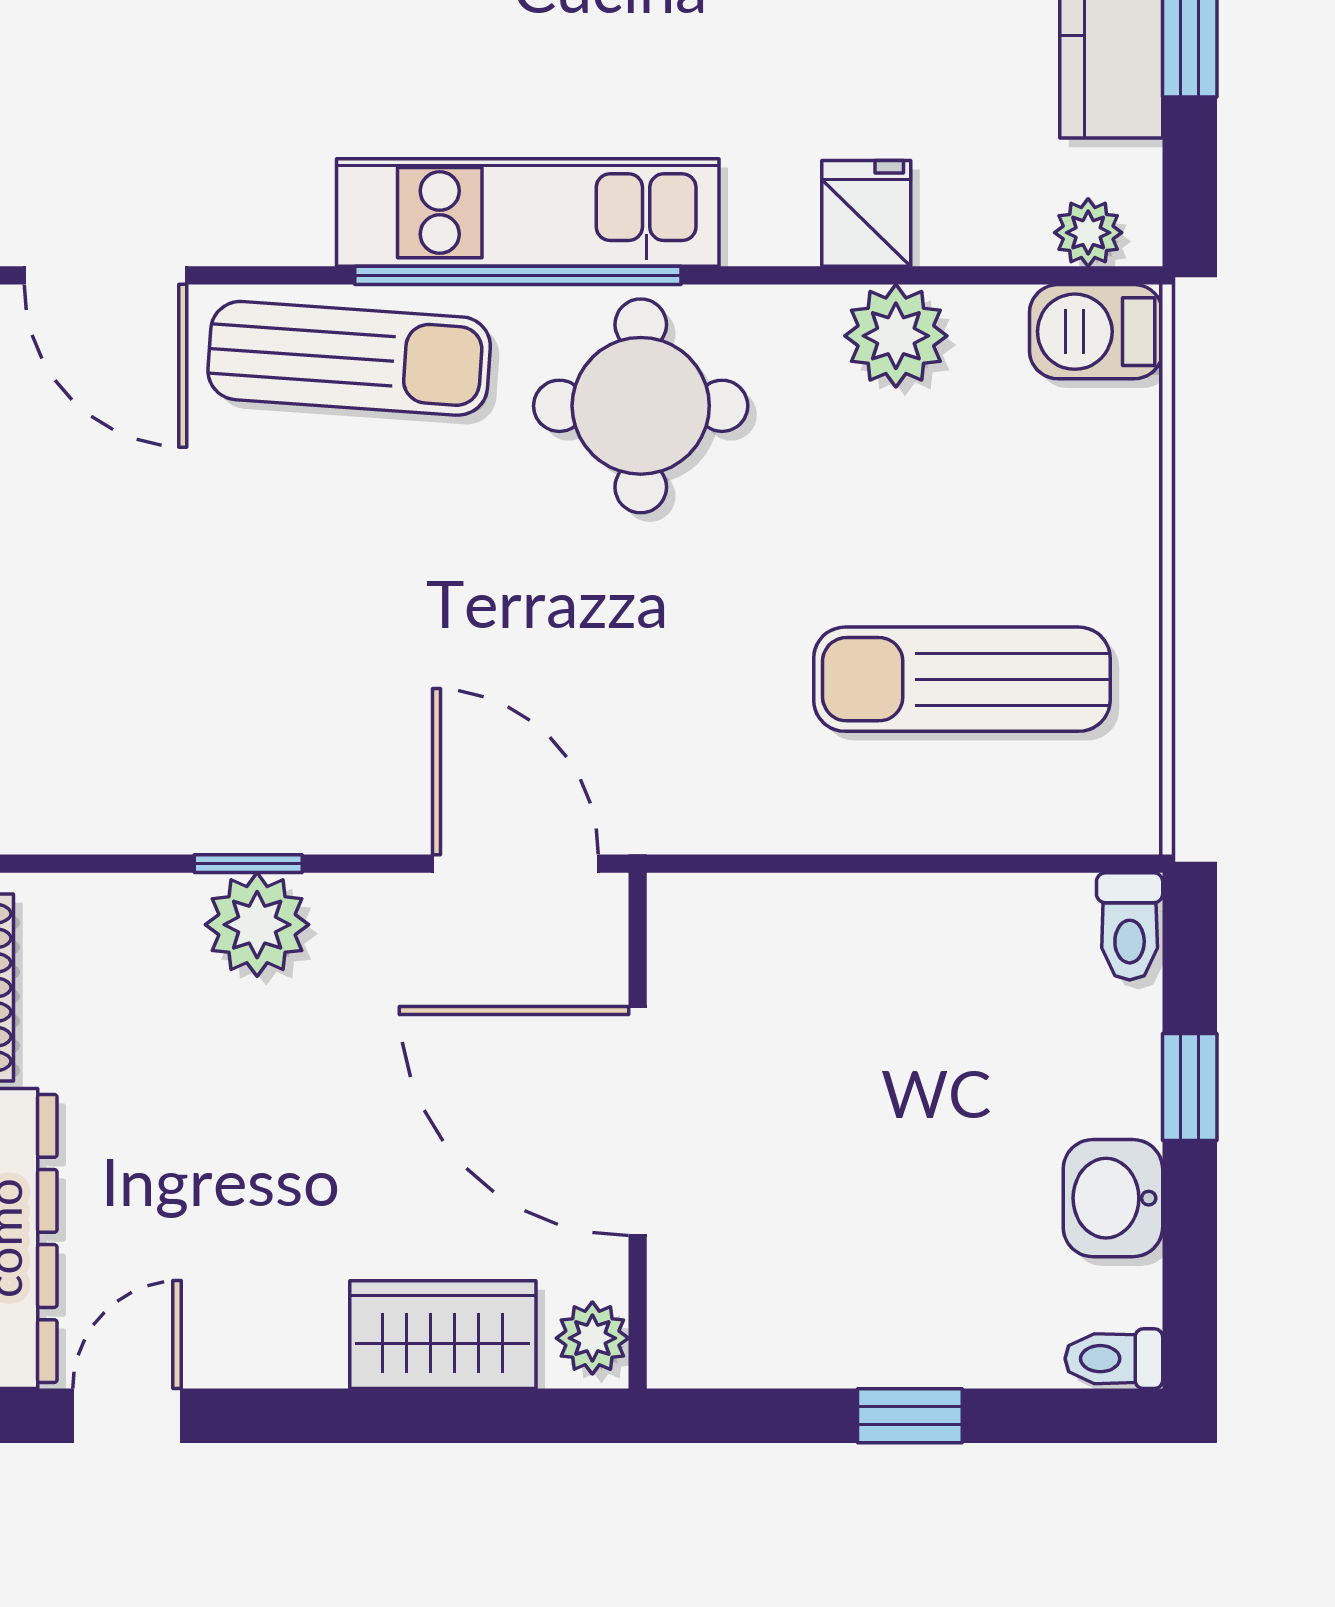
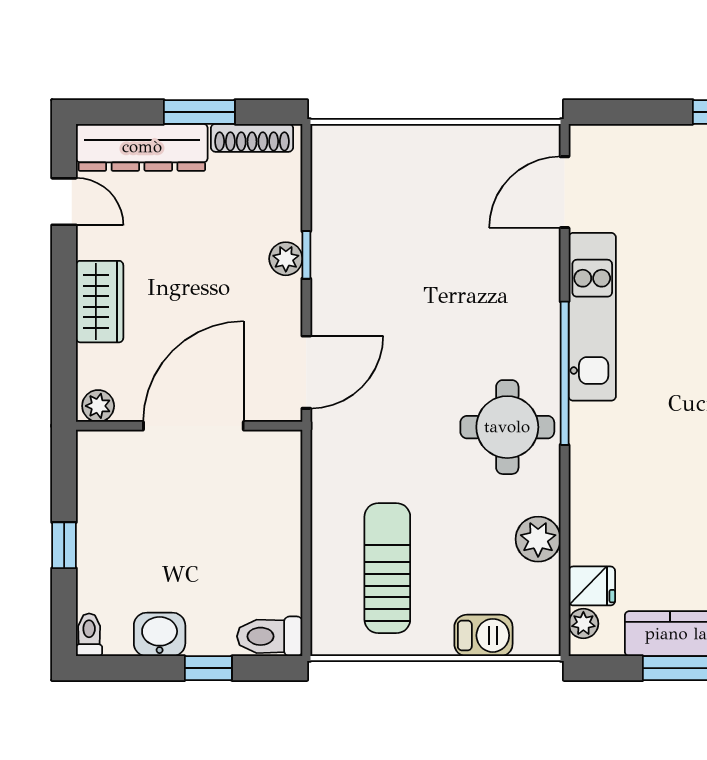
kitchen unit: (528, 213) -> (592, 317), moved
fridge: (866, 213) -> (592, 586), moved
barbecue: (1096, 332) -> (483, 635), moved, turned 90
sun lounger: (349, 358) -> (528, 299), removed
plant: (257, 925) -> (286, 259), width x0.73, depth x0.73
toilet: (1130, 926) -> (270, 636), width x1.37, depth x1.39
wardrobe: (443, 1335) -> (100, 302), moved

